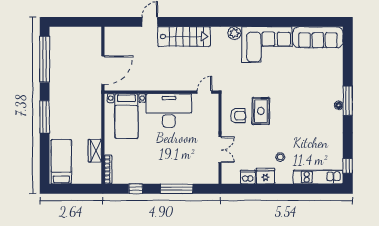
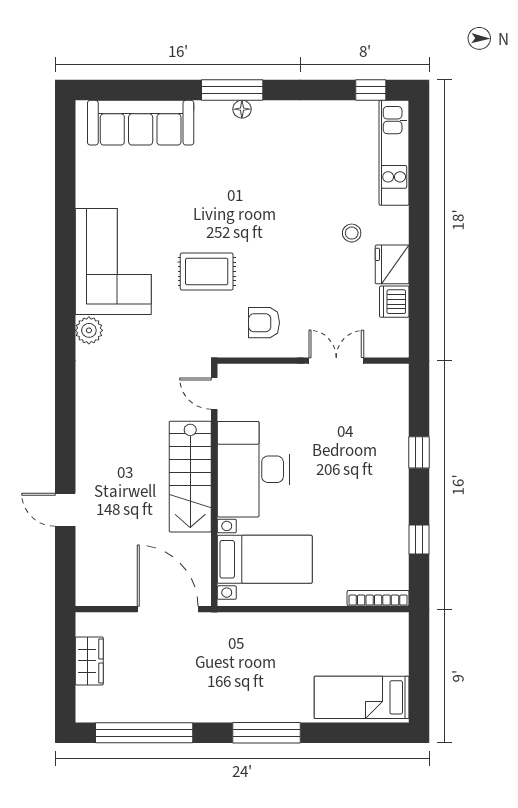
stairs: (184, 37) -> (190, 477), moved, turned 180
sofa: (318, 37) -> (141, 123), moved, turned 90
rug: (261, 111) -> (207, 272), moved
armchair: (238, 116) -> (264, 323), turned -90
wardrobe: (95, 151) -> (89, 661), moved, turned -90
window: (177, 189) -> (419, 452), width x0.46

